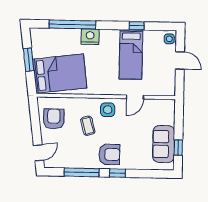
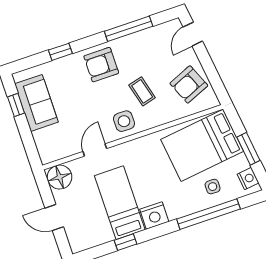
nightstand: (90, 37) -> (154, 215), moved
nightstand: (36, 39) -> (248, 179), added
side table: (169, 39) -> (213, 187), moved
floor lamp: (166, 87) -> (60, 177), added
armchair: (54, 119) -> (189, 84), turned 67
window: (117, 173) -> (60, 52), moved

